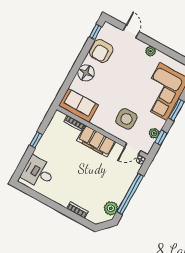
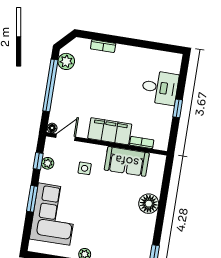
armchair: (101, 51) -> (140, 235), removed
sofa: (79, 105) -> (127, 161), moved
side table: (126, 119) -> (85, 168), width x0.54, depth x0.54
desk: (38, 172) -> (160, 88), moved

